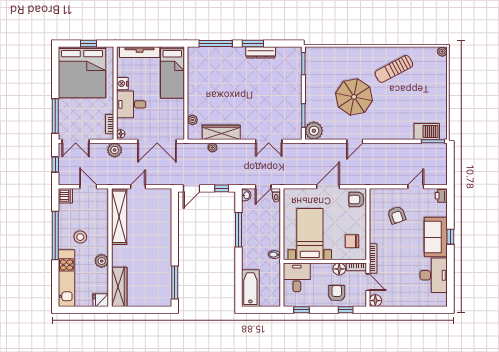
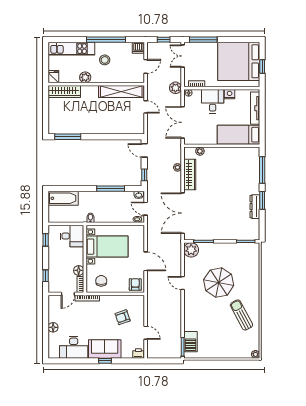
double door: (269, 141) -> (183, 213), width x1.87
armchair: (337, 293) -> (59, 268), removed
floor lamp: (375, 301) -> (53, 327), moved

